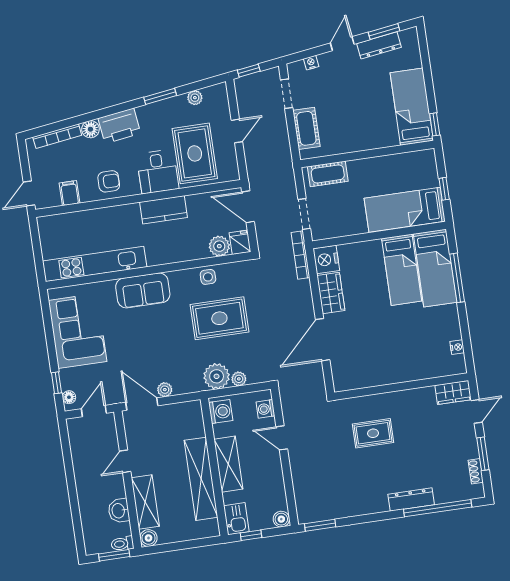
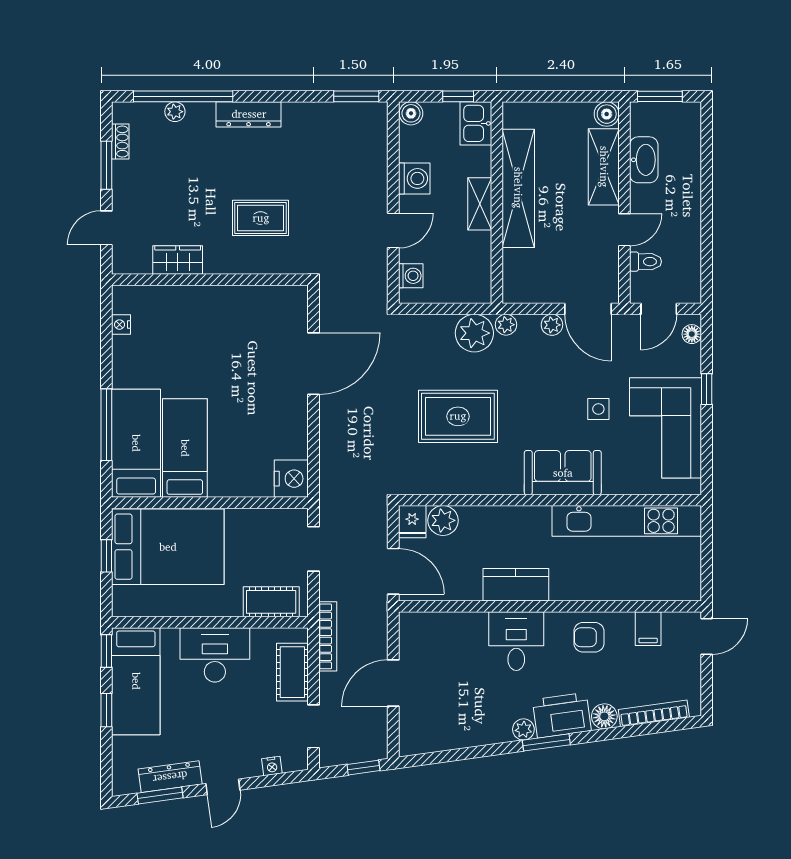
window: (429, 84) -> (106, 710), added
window: (160, 96) -> (546, 742), moved
plant: (195, 98) -> (523, 729), moved
door: (237, 131) -> (393, 683), width x1.38
desk: (361, 132) -> (215, 655), added
rug: (195, 153) -> (459, 659), removed
bed: (405, 210) -> (168, 547), width x1.50
bookcase: (300, 255) -> (328, 636), moved
side table: (208, 277) -> (598, 409), moved
wardrobe: (331, 293) -> (292, 429), removed
plant: (239, 379) -> (506, 325), moved
window: (57, 383) -> (707, 389), moved
wardrobe: (453, 392) -> (178, 260), moved
washing machine: (221, 411) -> (414, 178), moved, turned 180
door: (282, 438) -> (393, 231), hinge flipped
shelving: (228, 464) -> (480, 204), width x0.67, depth x0.75
plant: (442, 497) -> (175, 112), added
dresser: (411, 500) -> (249, 114), moved
washbasin: (119, 511) -> (644, 160), width x1.38
toilet: (122, 544) -> (646, 262), moved

